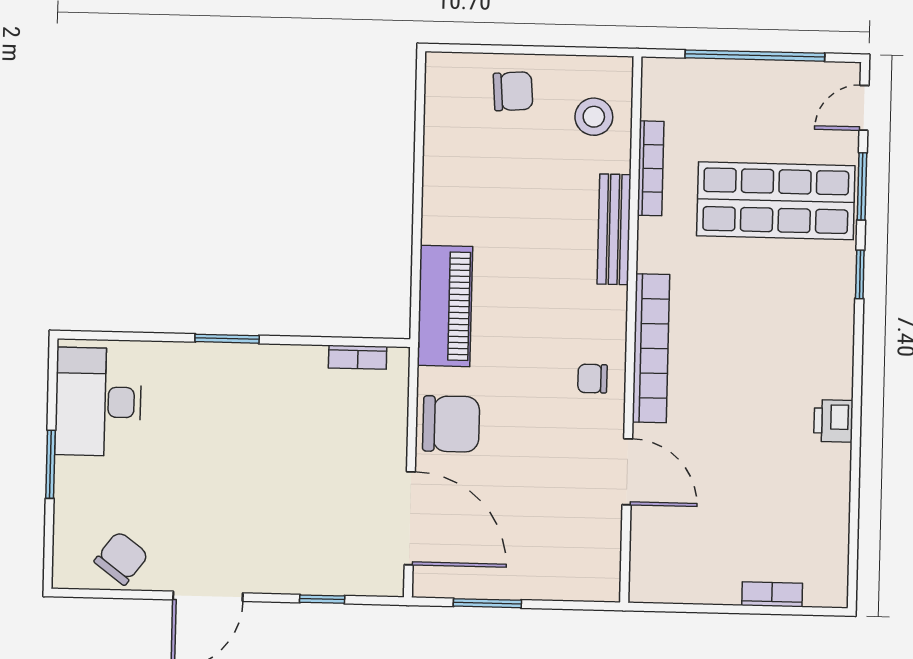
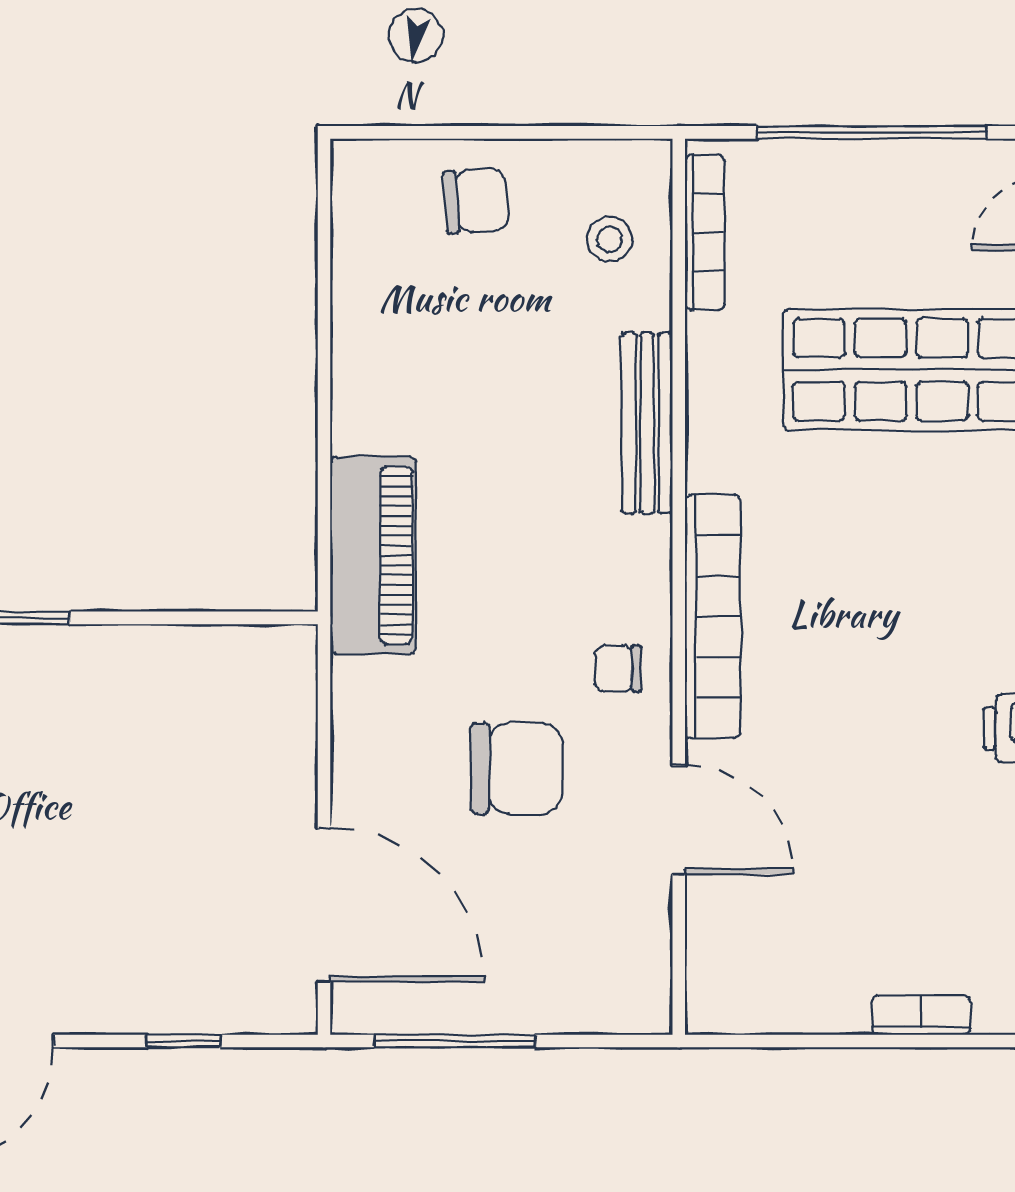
stool: (594, 117) -> (610, 239), width x0.73, depth x0.73
bookcase: (651, 168) -> (705, 232), moved
bookcase: (358, 357) -> (232, 643), removed
chair: (451, 424) -> (517, 768), moved
window: (487, 603) -> (455, 1041), width x1.44

